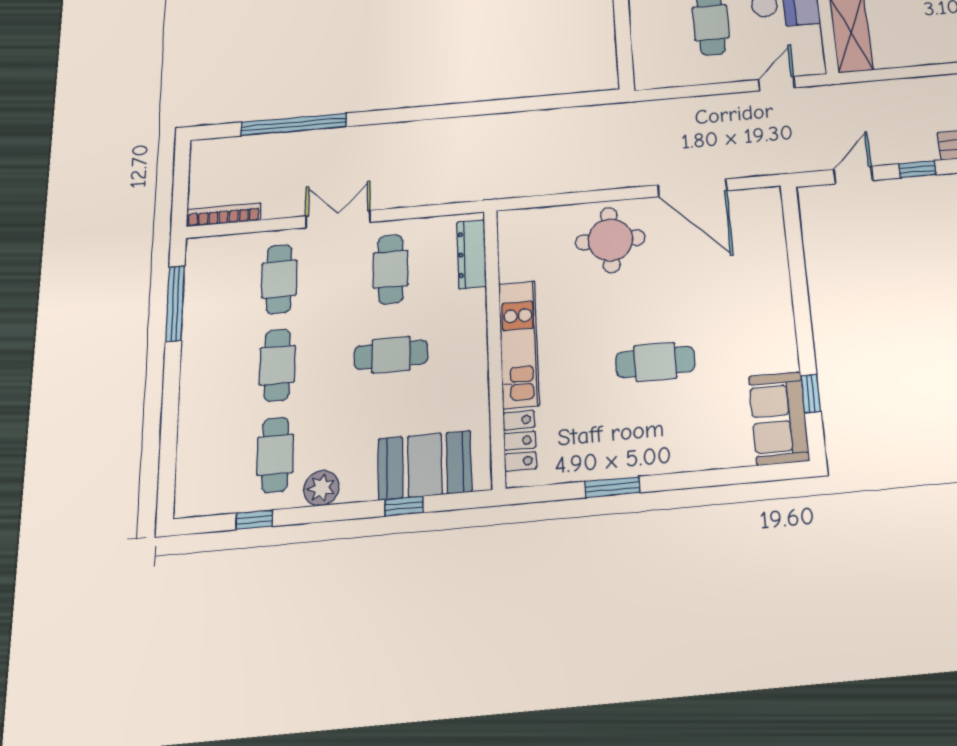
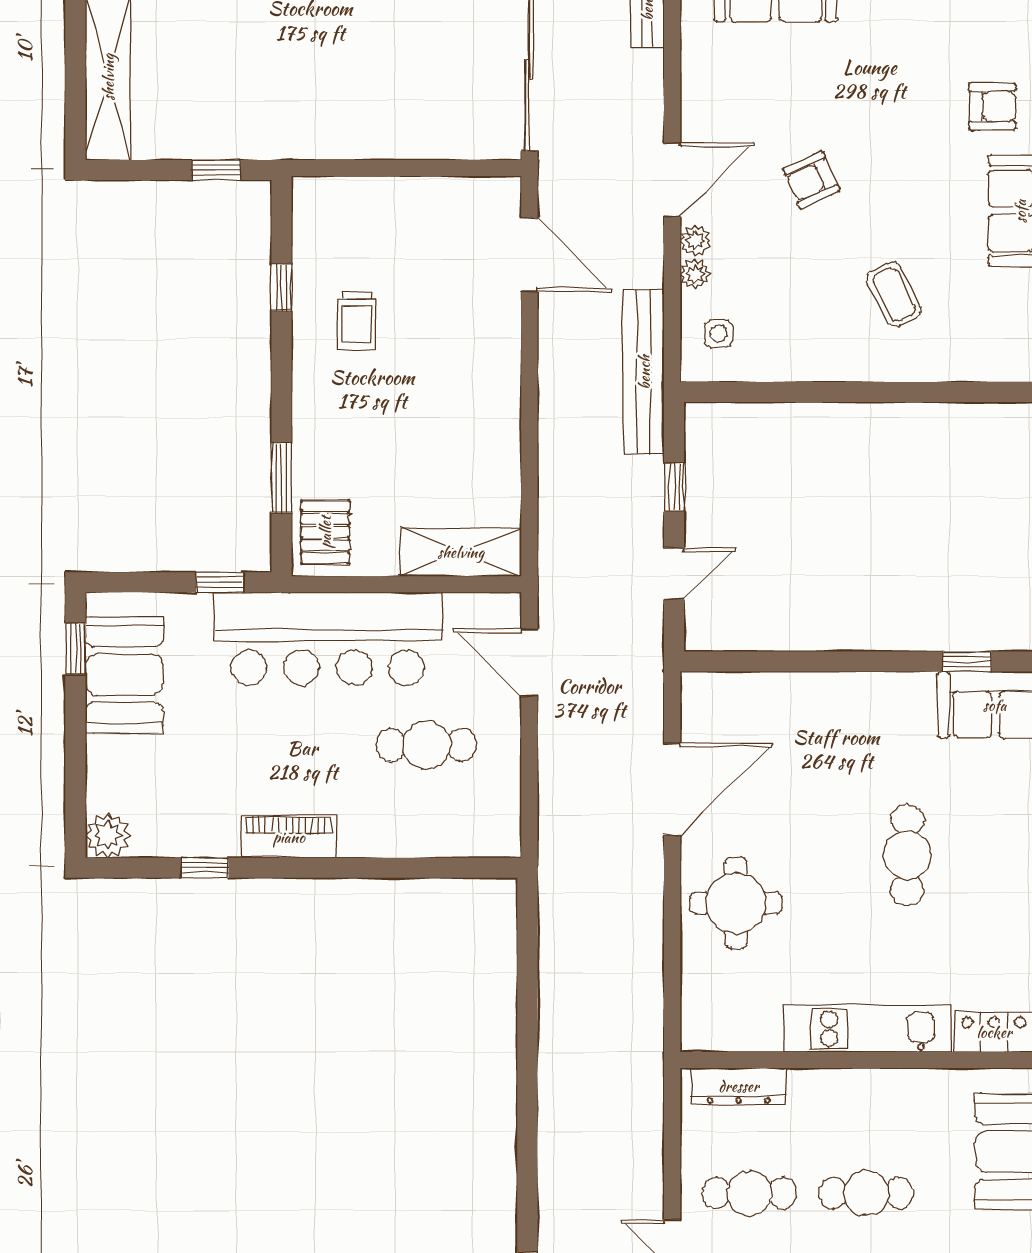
door: (776, 84) -> (529, 663), width x1.38
door: (853, 175) -> (674, 574), swing flipped
cafe table: (391, 355) -> (866, 1193), turned 90

